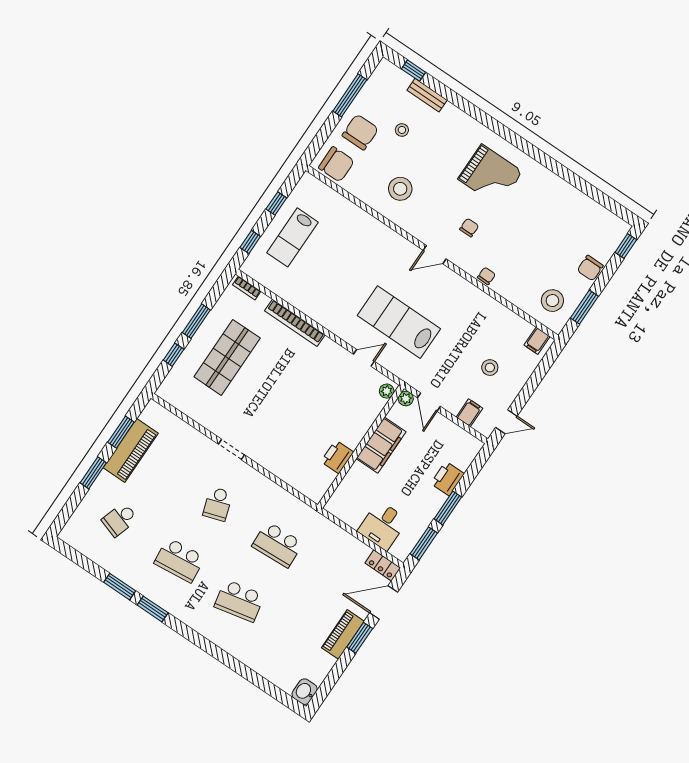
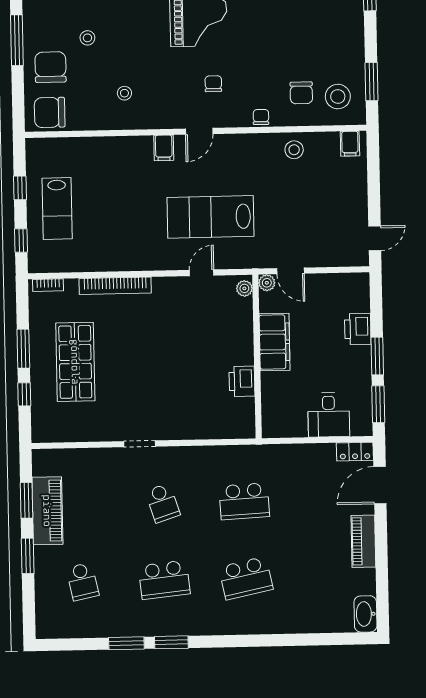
chair: (336, 164) -> (50, 112), turned 180
stool: (400, 189) -> (124, 93), width x0.53, depth x0.53
chair: (590, 268) -> (301, 93), moved
stool: (490, 368) -> (294, 150), moved
filing cabinet: (469, 413) -> (164, 148), moved, turned 180
school desk: (120, 520) -> (83, 582), turned -30
window: (360, 638) -> (381, 533), removed
washbasin: (305, 692) -> (365, 614), width x1.38

